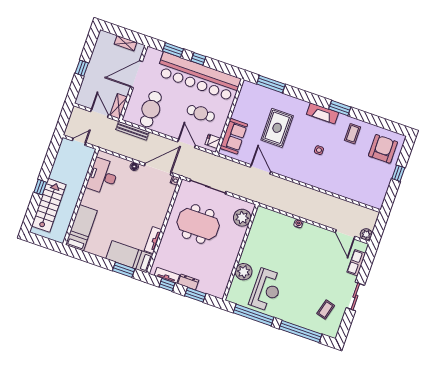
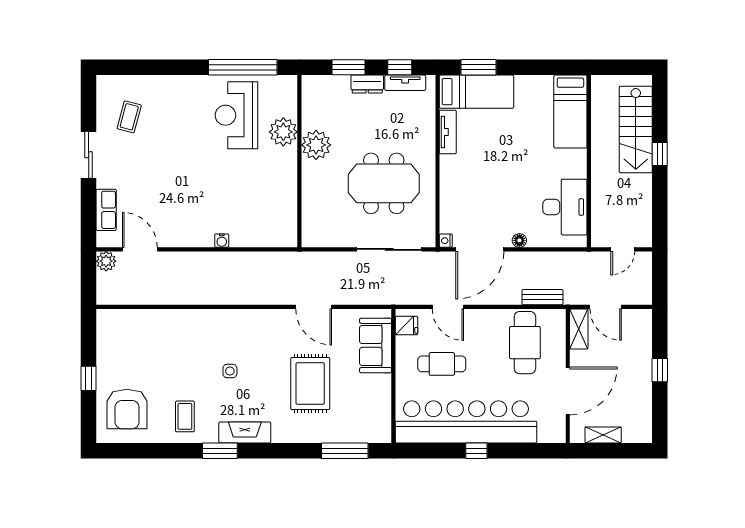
window: (173, 50) -> (522, 451), removed
bench: (132, 131) -> (542, 297), width x0.73
plant: (242, 218) -> (316, 145), moved
window: (300, 331) -> (158, 67), removed

